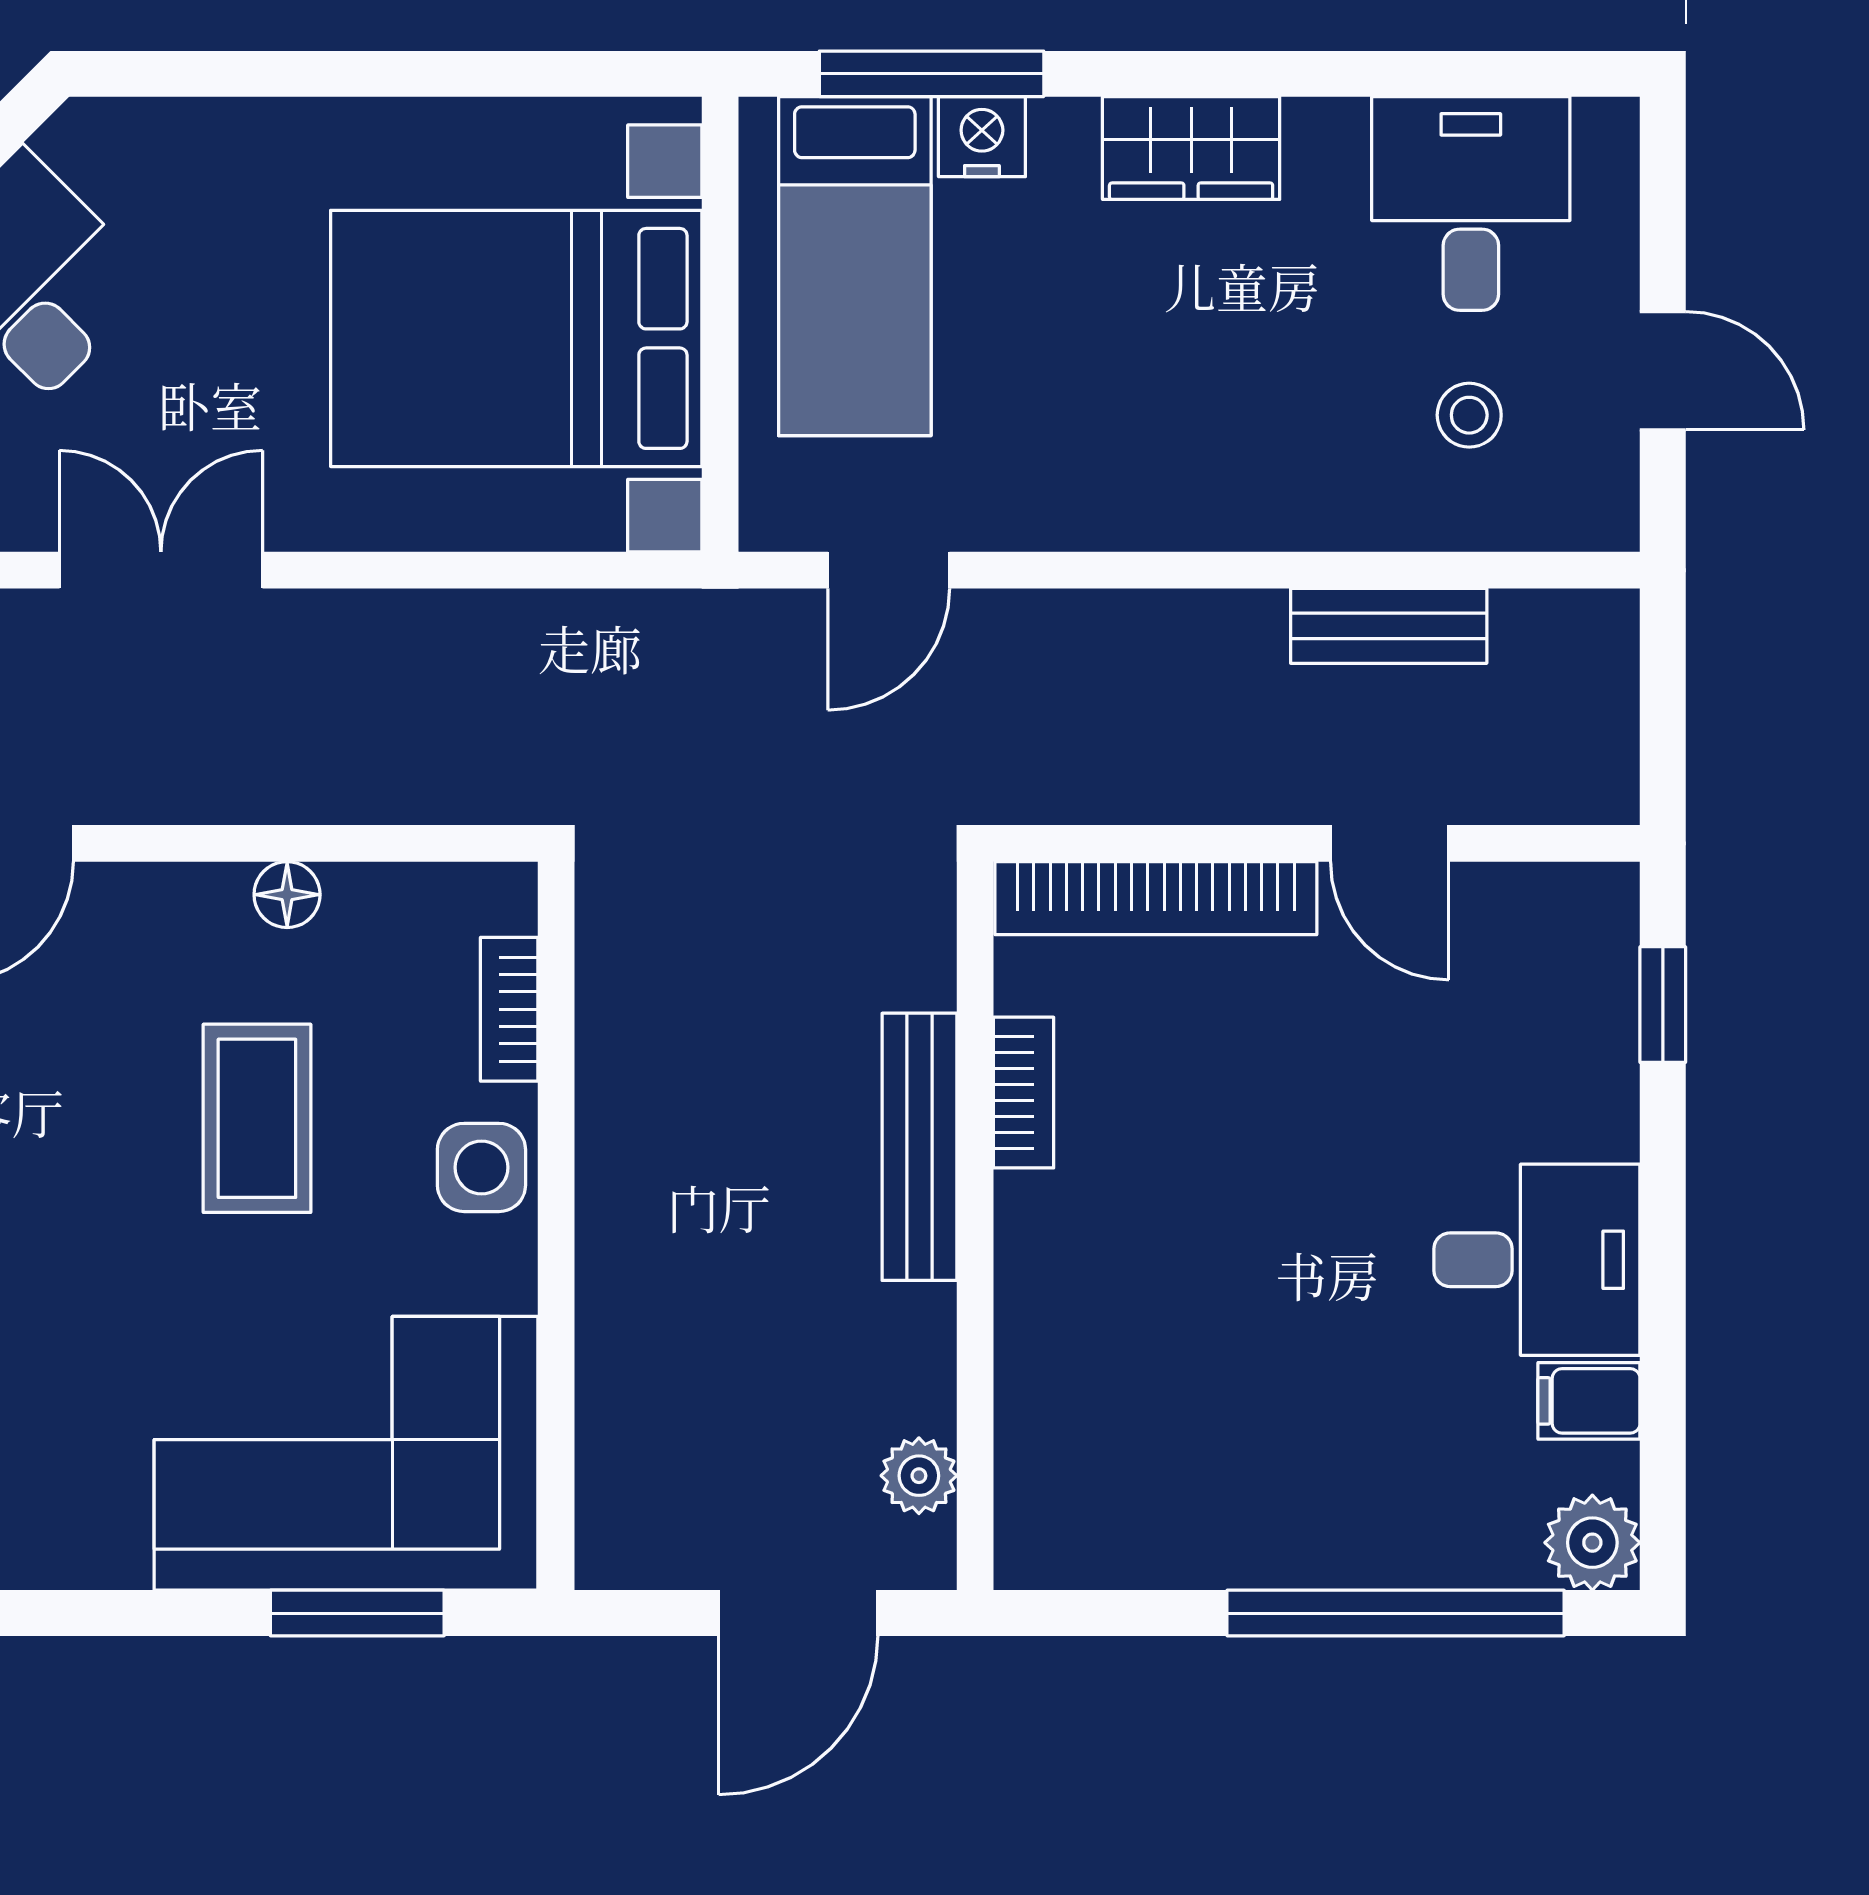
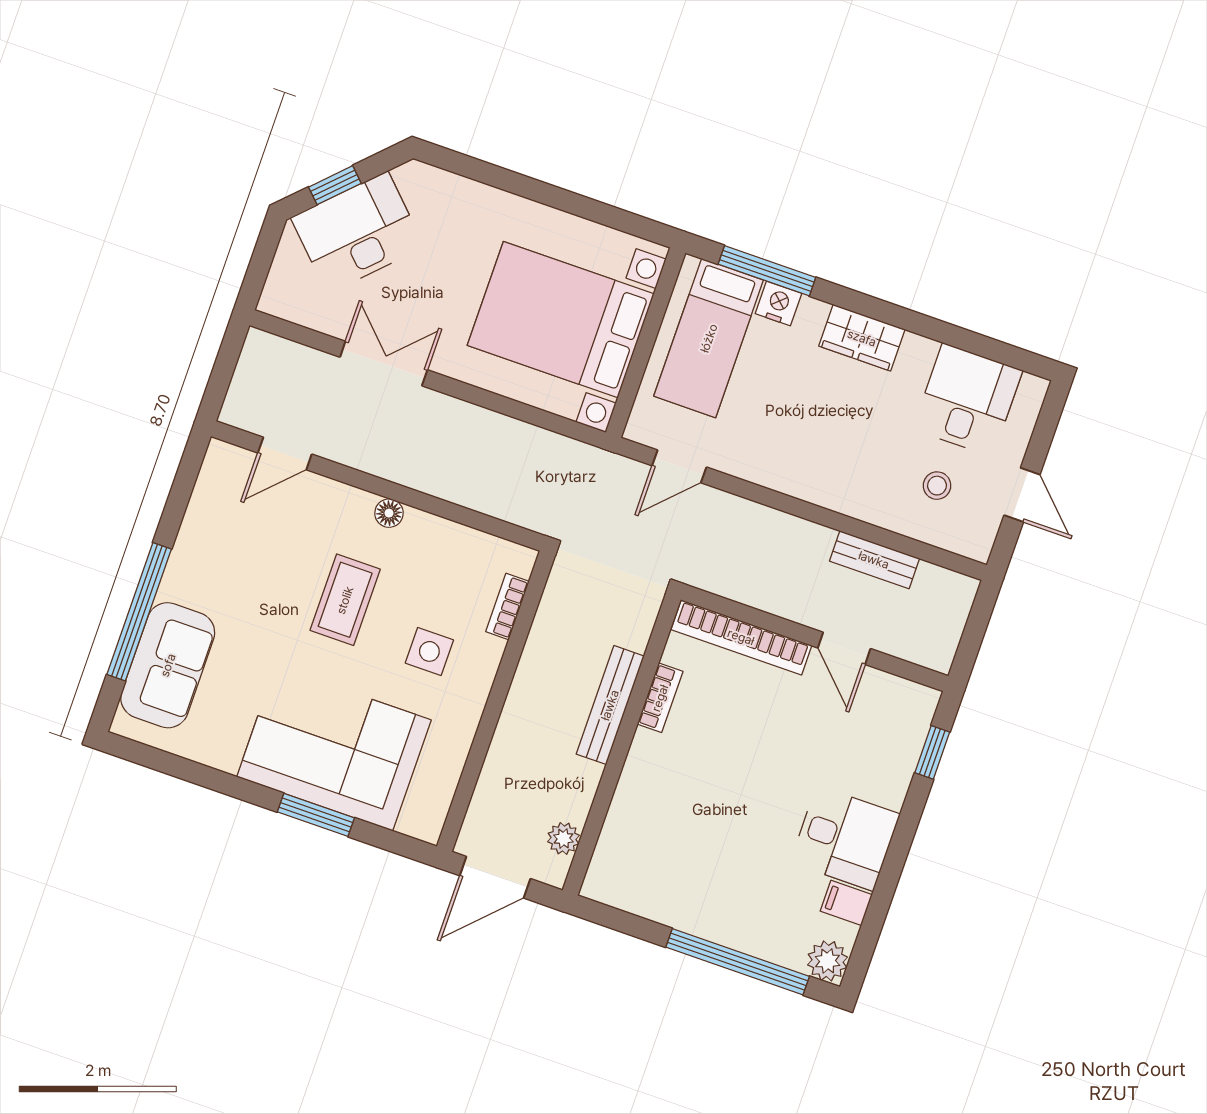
bookcase: (509, 1009) -> (507, 607), moved
wall: (556, 1226) -> (496, 701), moved

